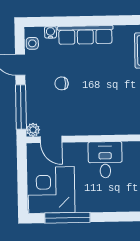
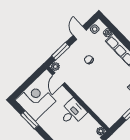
window: (21, 107) -> (61, 51), width x0.69
window: (67, 218) -> (30, 120), width x0.69

